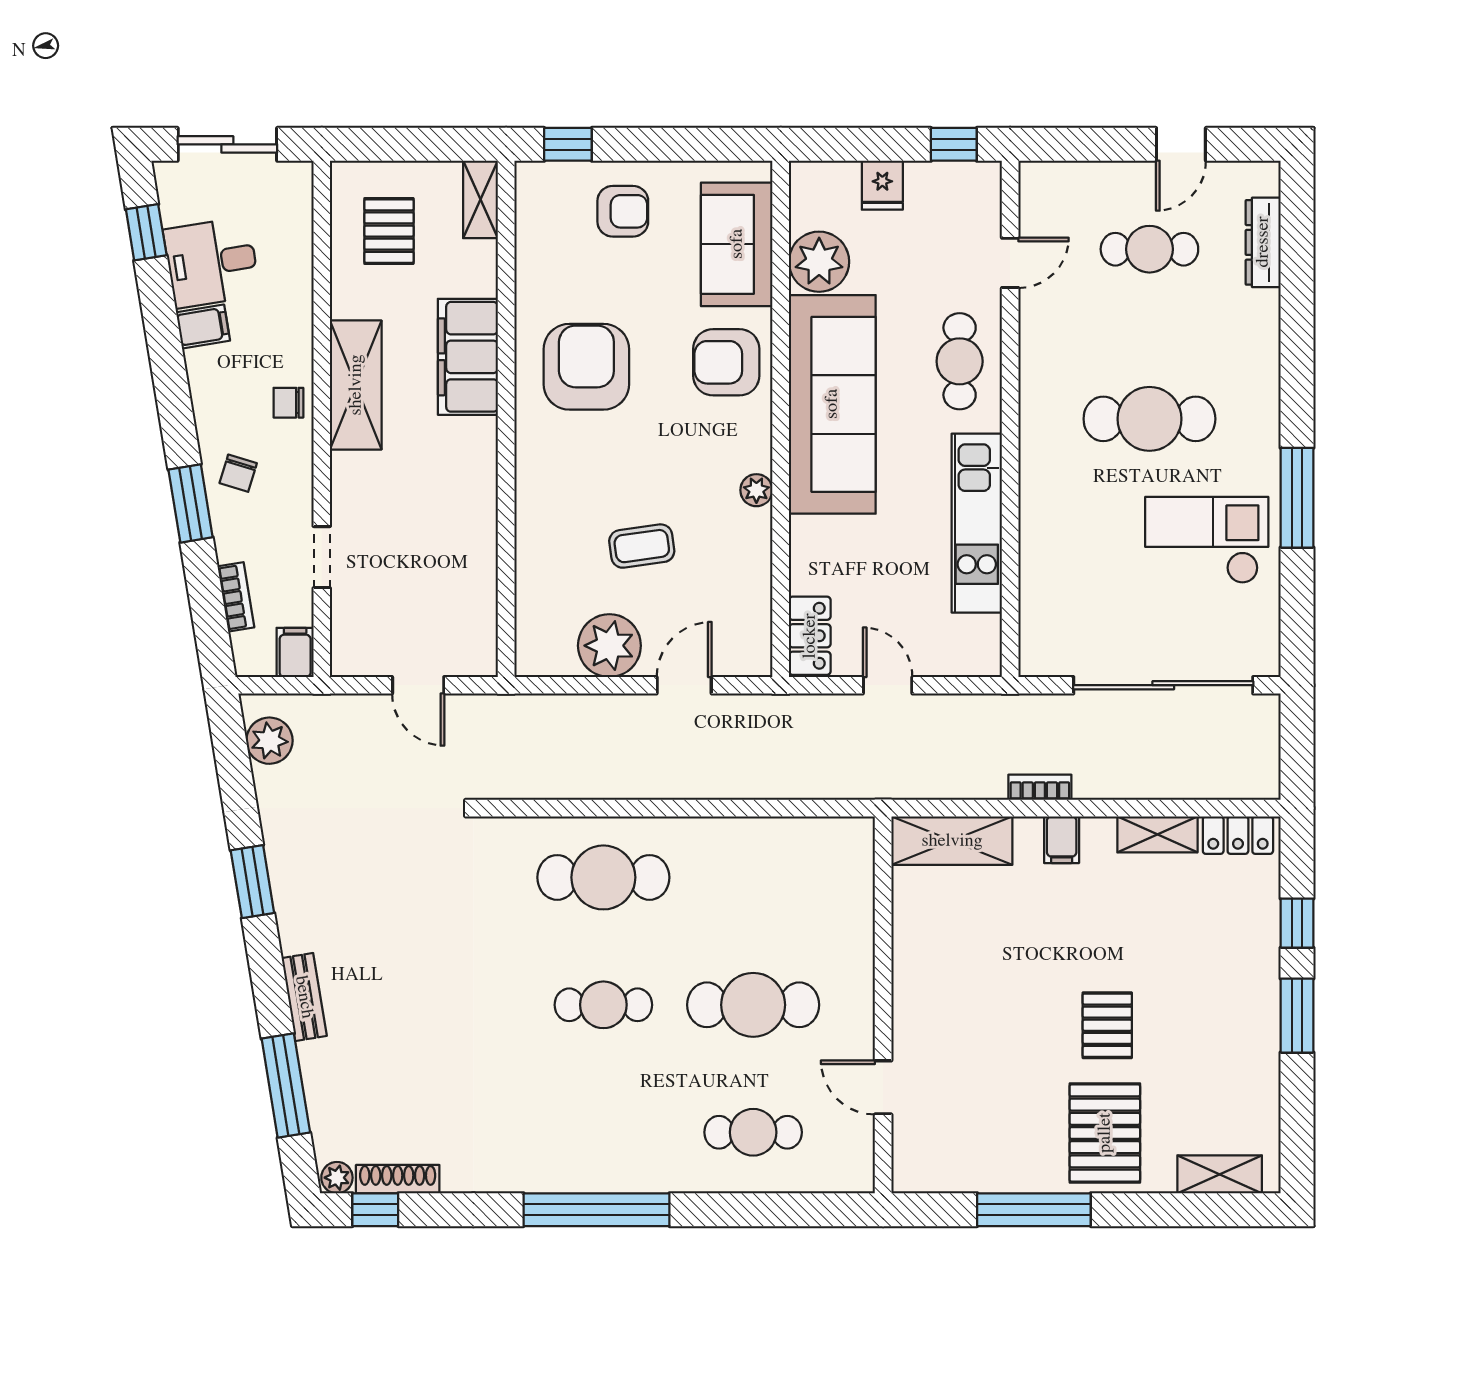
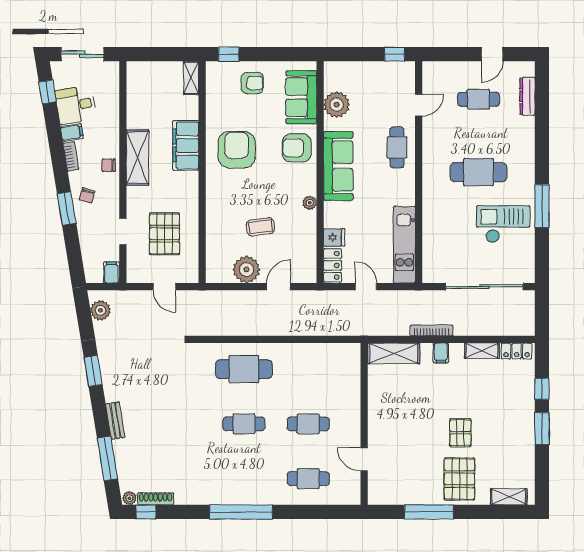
fridge: (882, 185) -> (334, 237), moved, turned -90
pallet: (389, 231) -> (165, 234), moved, width x1.50, depth x1.42
sofa: (832, 404) -> (338, 166), width x0.74, depth x0.79
kitchen unit: (977, 523) -> (404, 245), moved
bookcase: (236, 597) -> (71, 156), moved
bookcase: (1040, 787) -> (431, 330), width x1.56
cafe table: (753, 1005) -> (308, 424), width x0.73, depth x0.74

